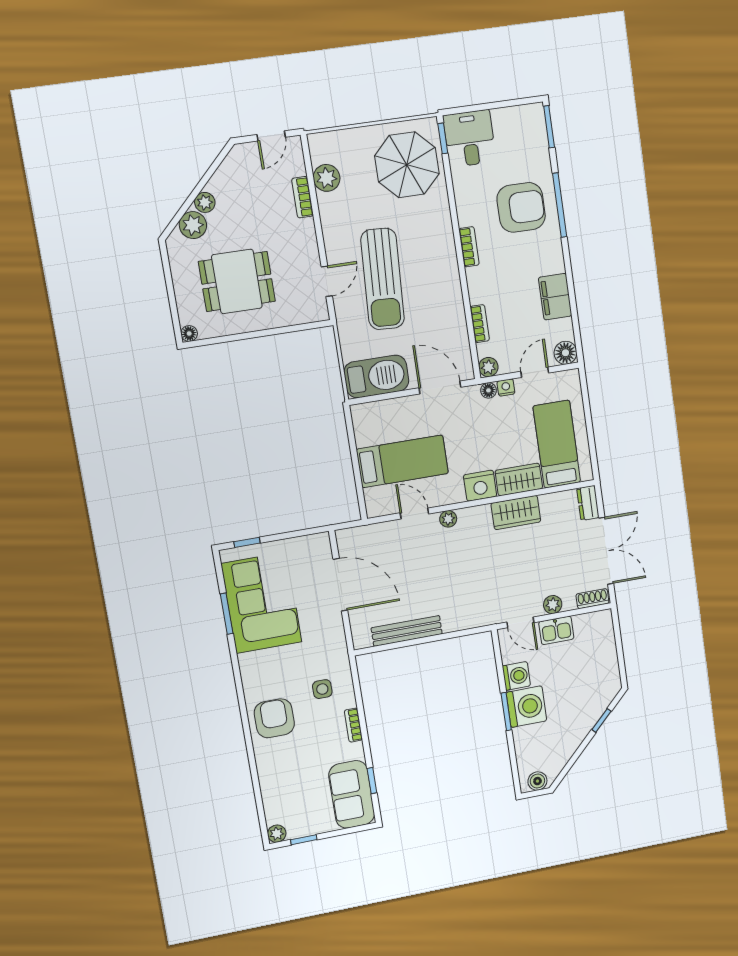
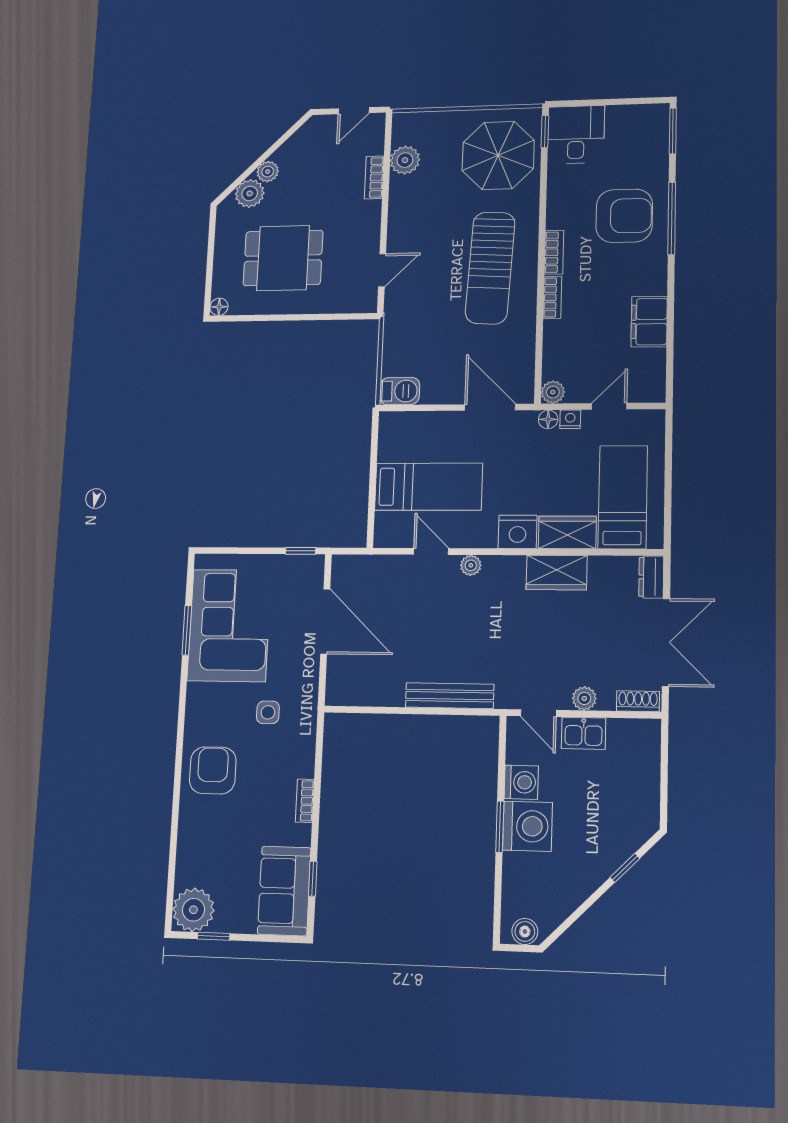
sun lounger: (383, 279) -> (490, 268), moved
bookcase: (480, 324) -> (552, 297), moved
floor lamp: (565, 353) -> (652, 389), removed
barbecue: (376, 376) -> (400, 391), width x0.53, depth x0.65
window: (247, 542) -> (301, 551), moved
bench: (407, 631) -> (450, 696), moved
side table: (322, 689) -> (268, 712), moved
plant: (277, 834) -> (193, 910), width x1.88, depth x1.88

